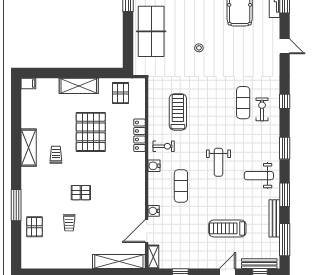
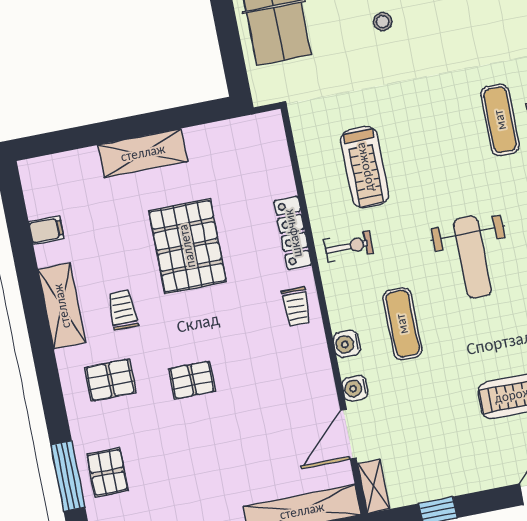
filing cabinet: (28, 83) -> (46, 230), moved
pallet: (121, 93) -> (110, 380), moved, turned 90
treadmill: (178, 112) -> (365, 167), turned 180
weight bench: (218, 162) -> (472, 257), width x1.36, depth x1.33
water cooler: (154, 166) -> (347, 344), moved
window: (16, 205) -> (68, 476), moved
trolley: (69, 223) -> (296, 307), moved

